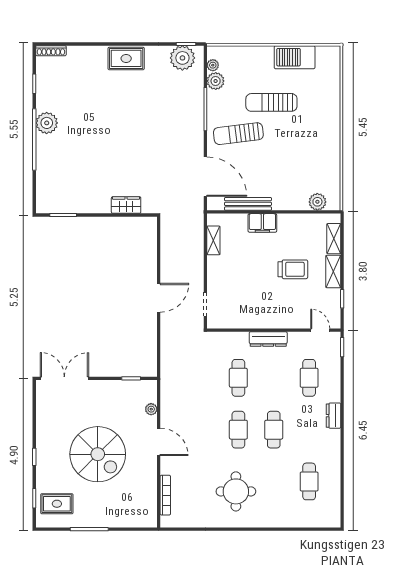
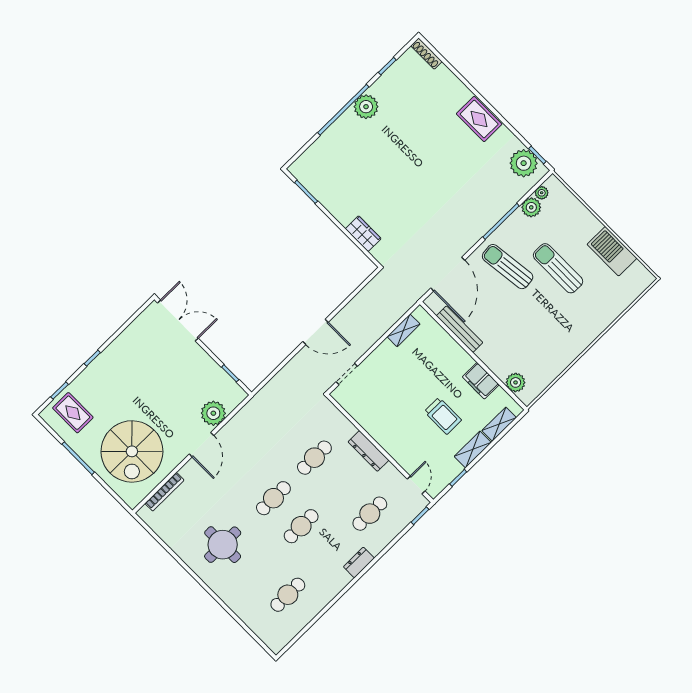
filing cabinet: (262, 223) -> (481, 381), moved
plant: (151, 409) -> (213, 413), width x1.88, depth x1.88
spiral stairs: (98, 454) -> (132, 451), moved

